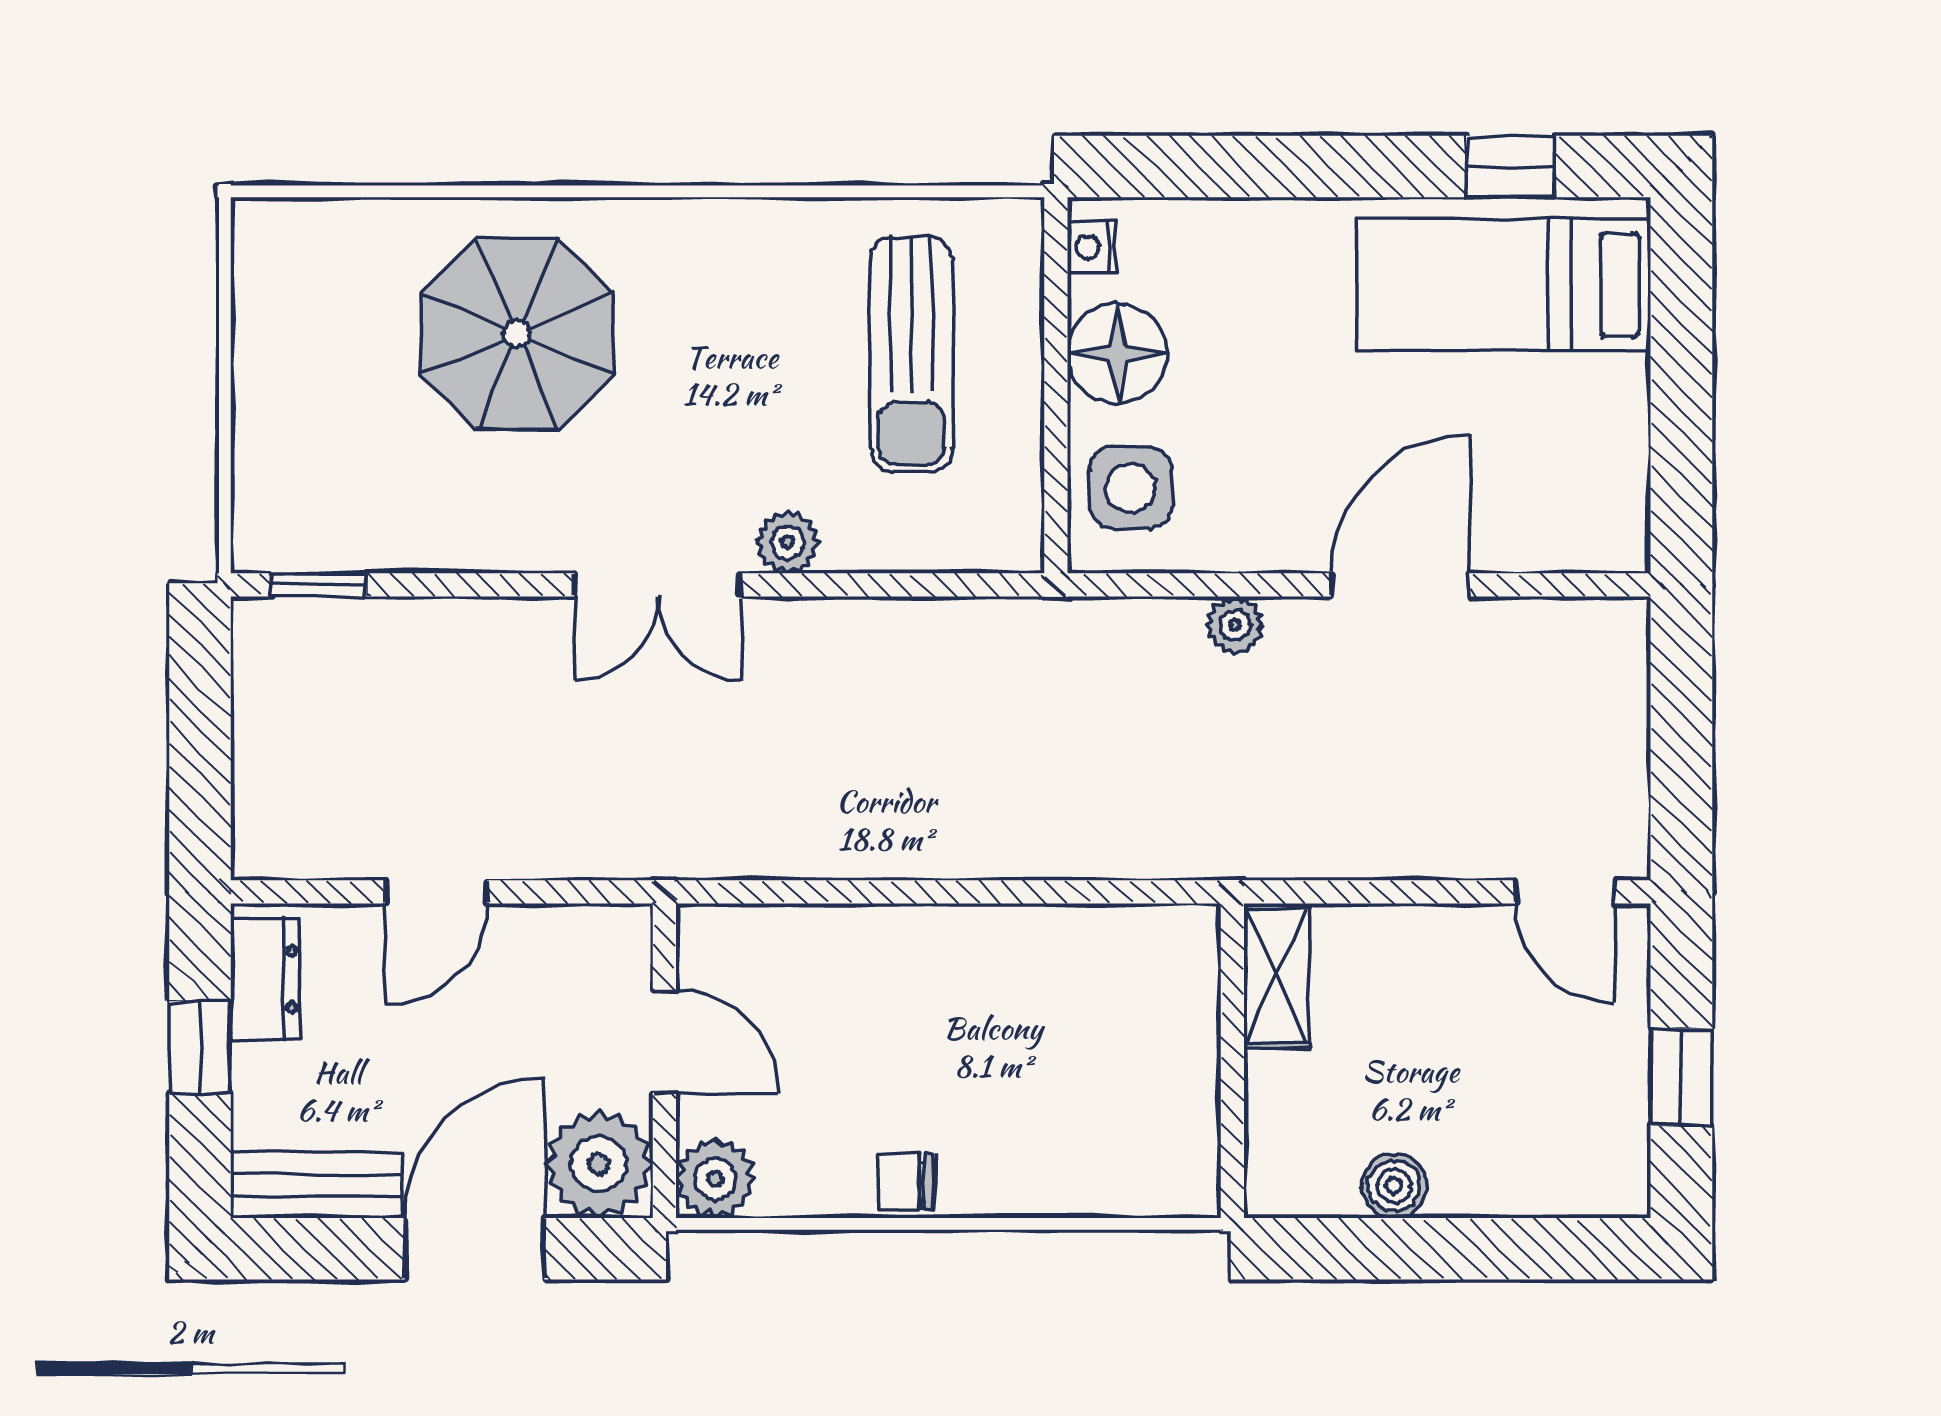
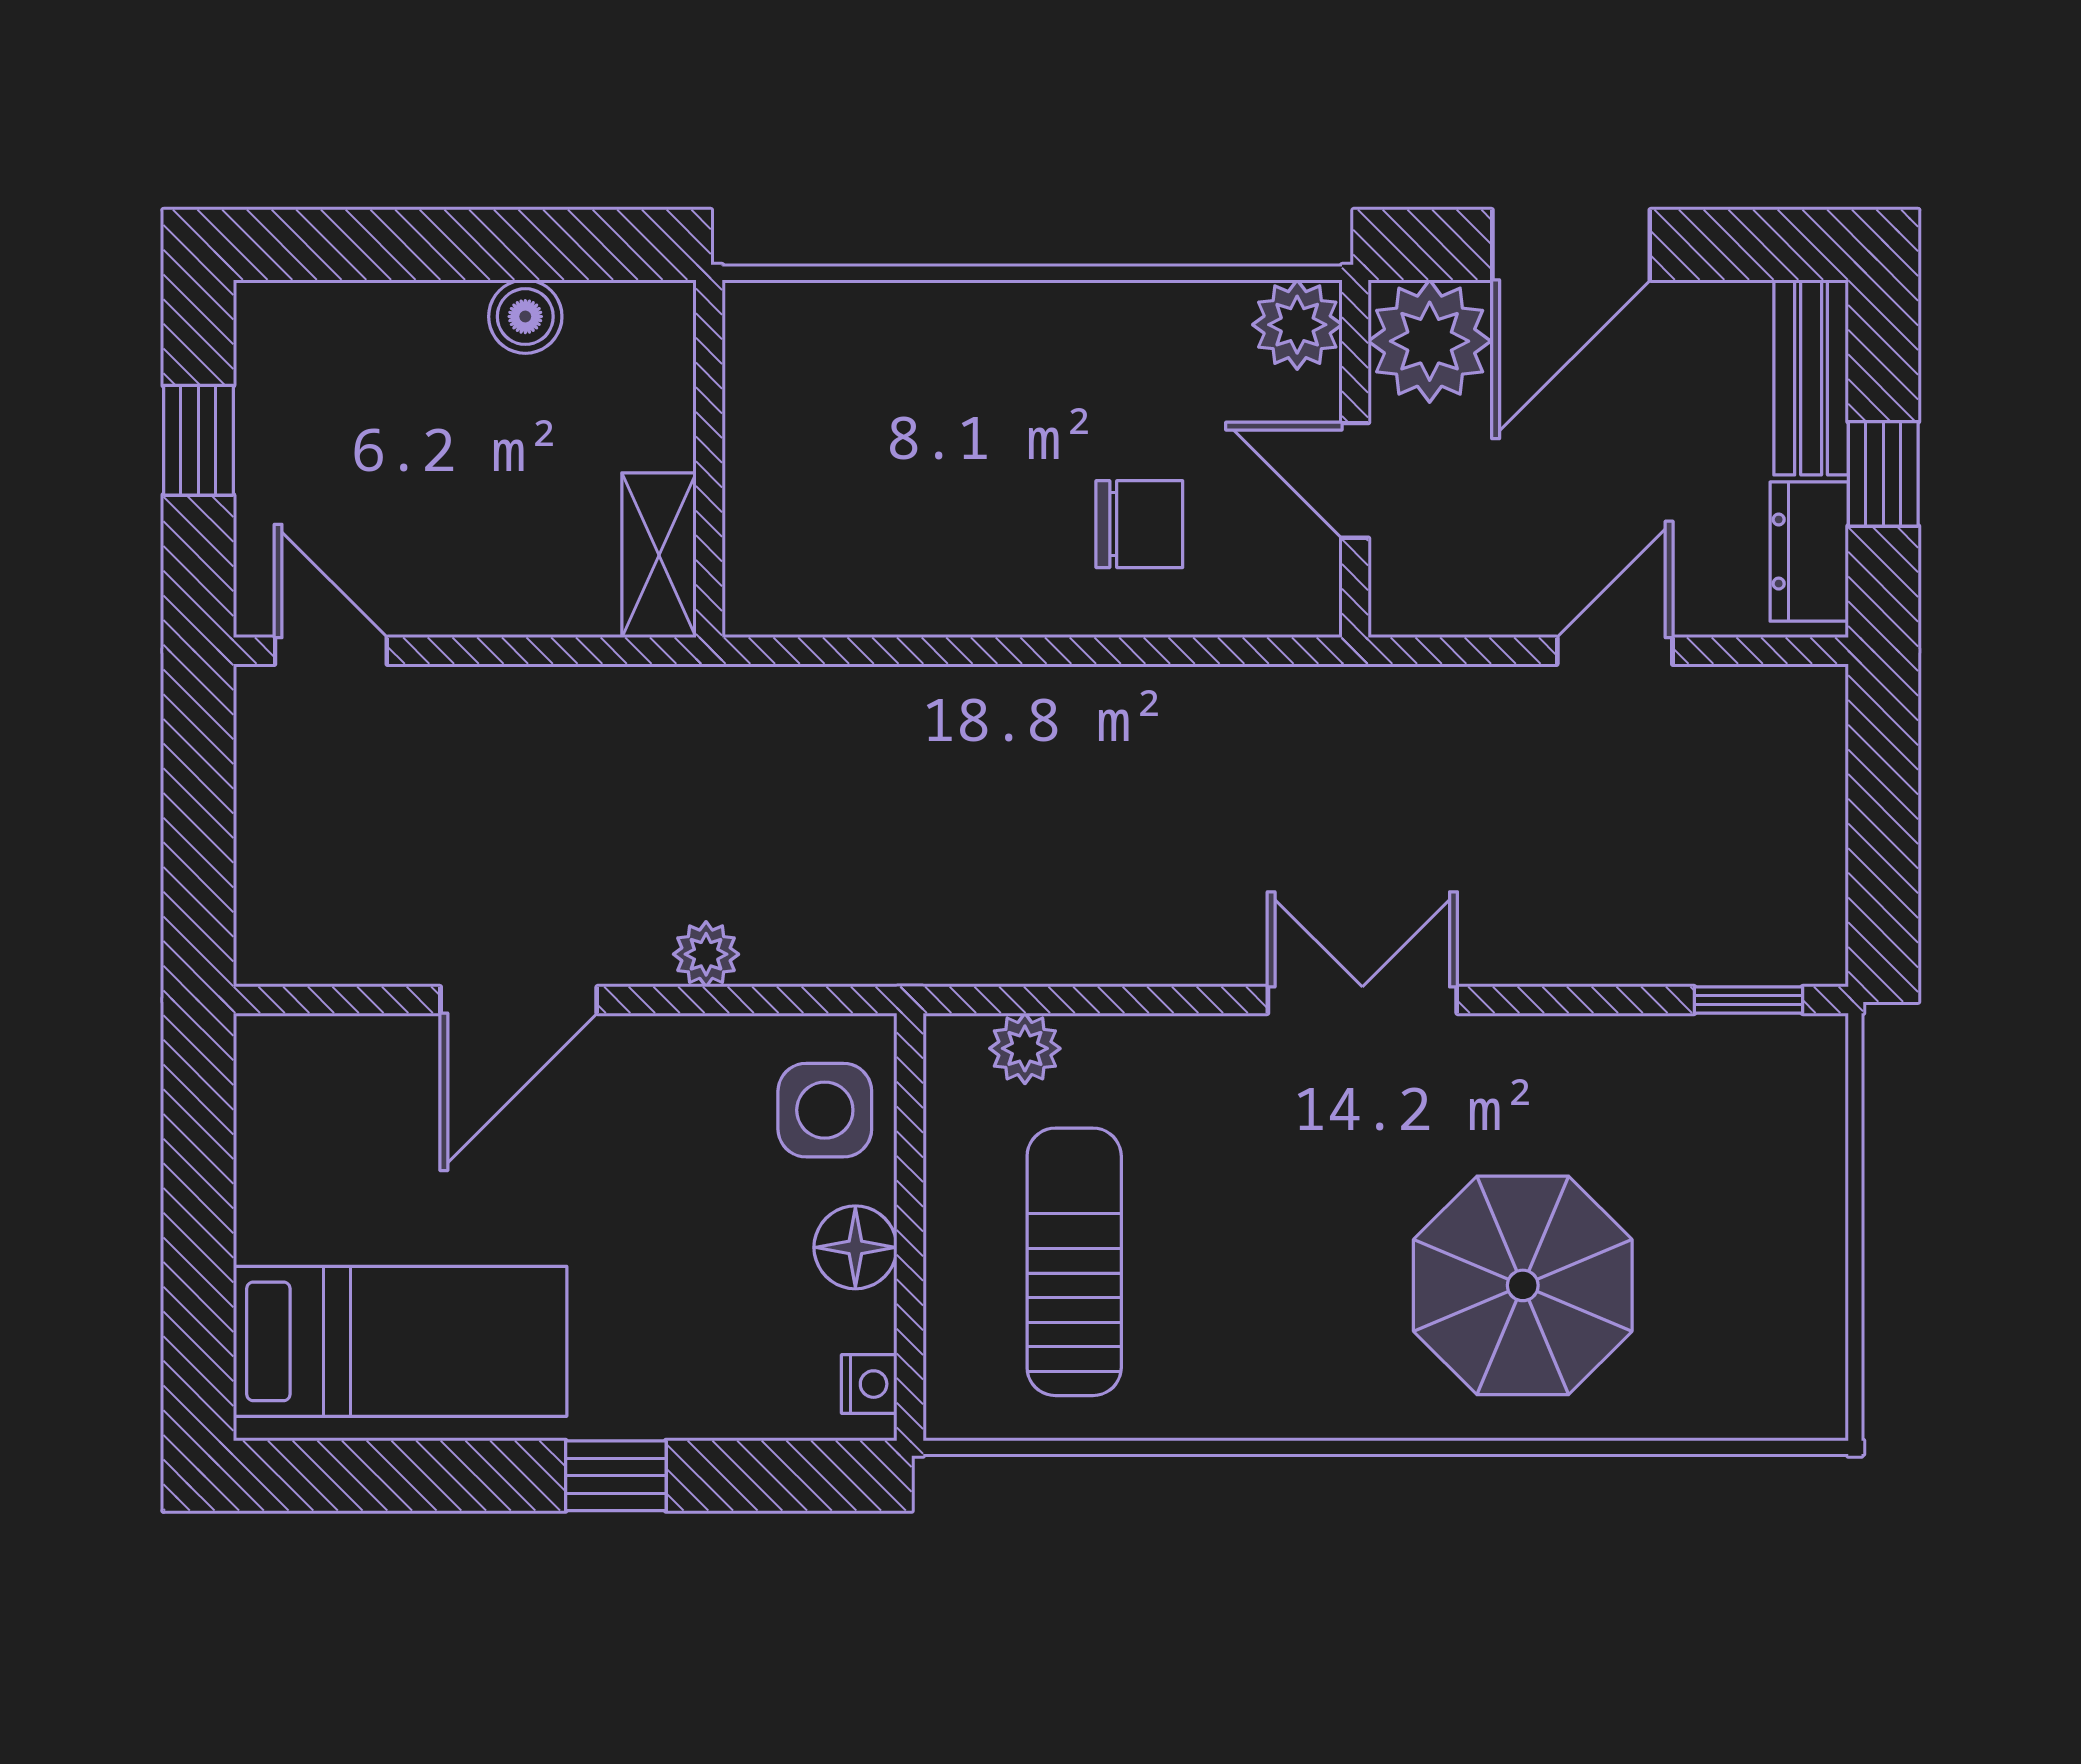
window: (1510, 167) -> (616, 1476), moved
floor lamp: (1117, 354) -> (855, 1247), width x0.73, depth x0.73
plant: (787, 542) -> (1025, 1048), moved
chair: (905, 1182) -> (1139, 524), moved, width x1.37, depth x1.37
bench: (316, 1185) -> (1811, 377), moved, turned 90

